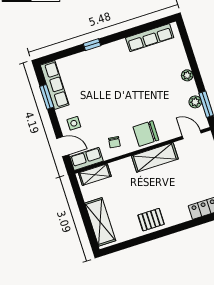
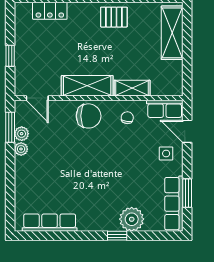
plant: (85, 62) -> (132, 219), added
plant: (187, 75) -> (21, 149), moved
shelving: (95, 175) -> (132, 88), moved

